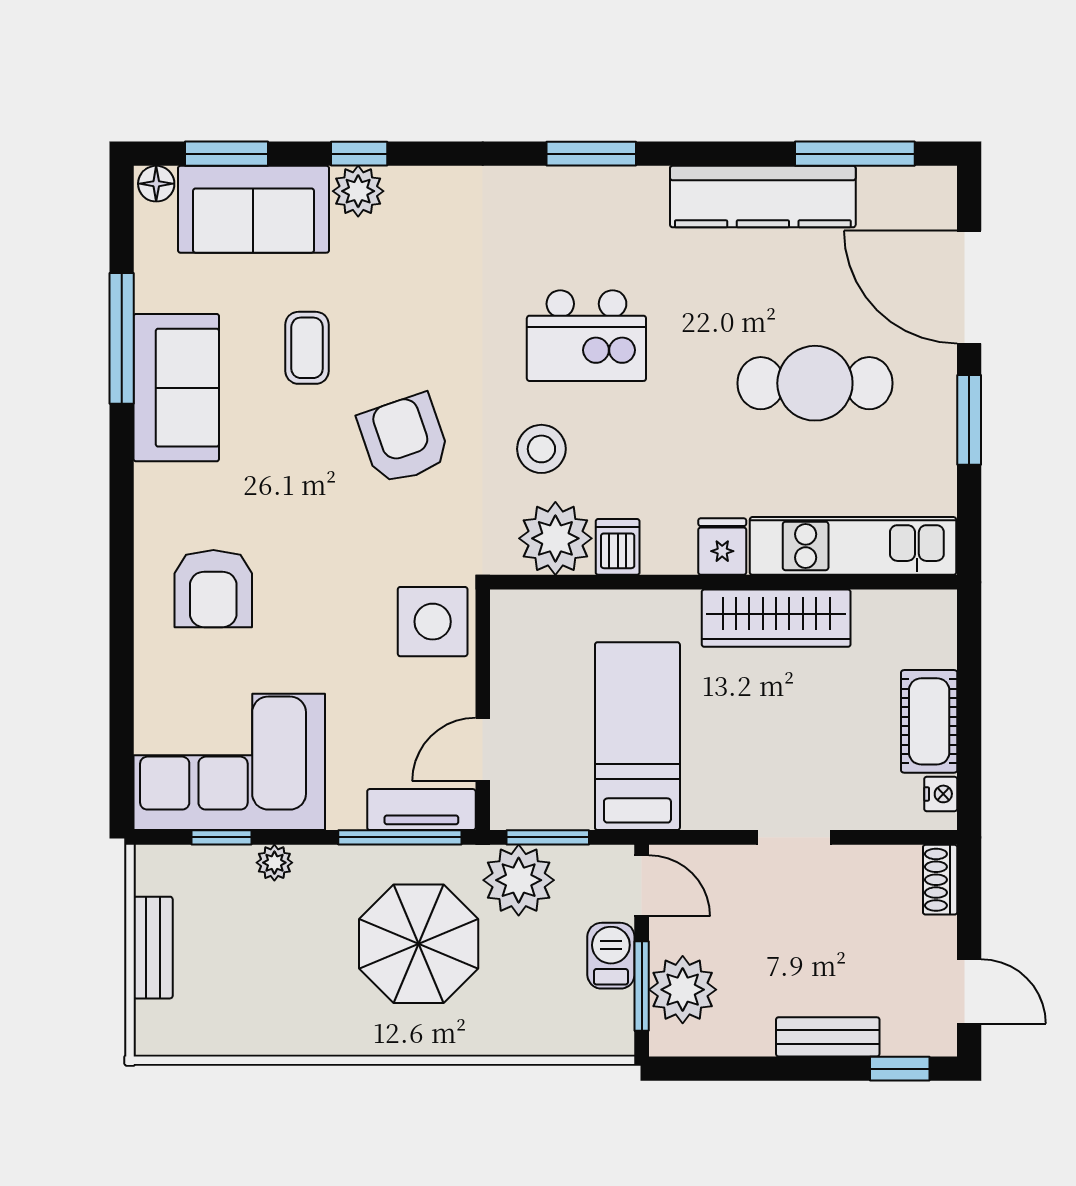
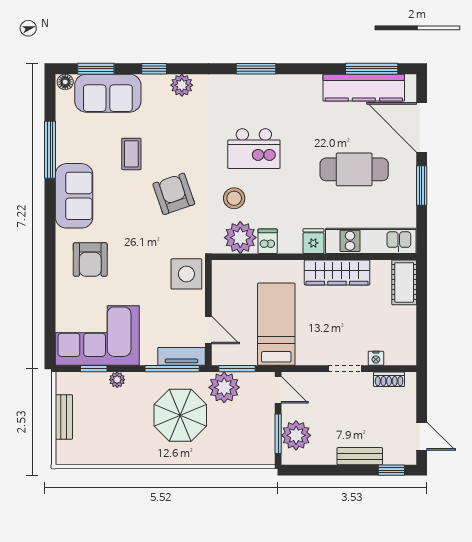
plant: (358, 191) -> (182, 85), moved
kitchen counter: (763, 197) -> (364, 88), moved
sofa: (176, 388) -> (74, 196), moved
cot: (929, 721) -> (404, 282), moved
door: (483, 749) -> (208, 330), swing flipped
nightstand: (941, 794) -> (376, 358), moved, turned 90
shoe rack: (940, 880) -> (389, 379), moved, turned -90
barbecue: (611, 956) -> (265, 420), removed

